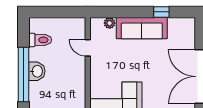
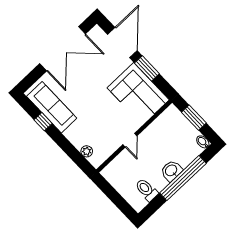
sofa: (142, 28) -> (52, 107), moved
door: (88, 48) -> (130, 140), moved

